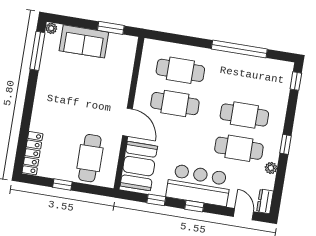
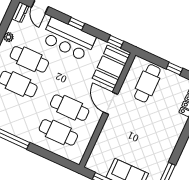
window: (156, 200) -> (116, 42), moved

